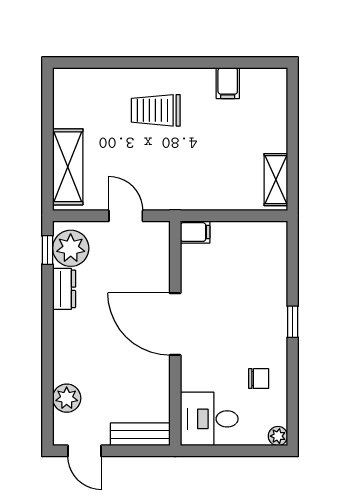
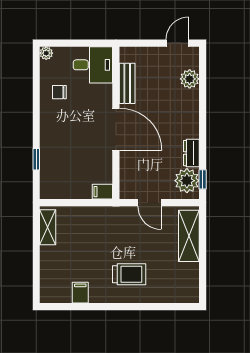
window: (293, 322) -> (36, 159), moved
bench: (140, 434) -> (127, 83), moved, turned 90
door: (85, 451) -> (177, 43), hinge flipped

